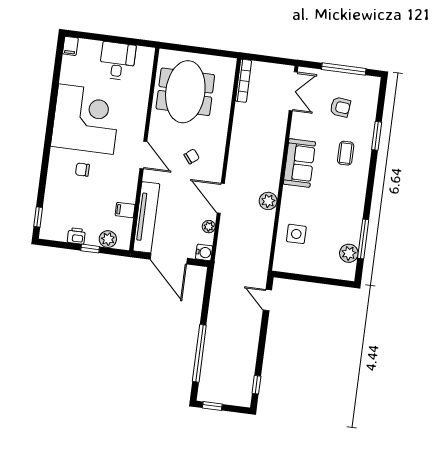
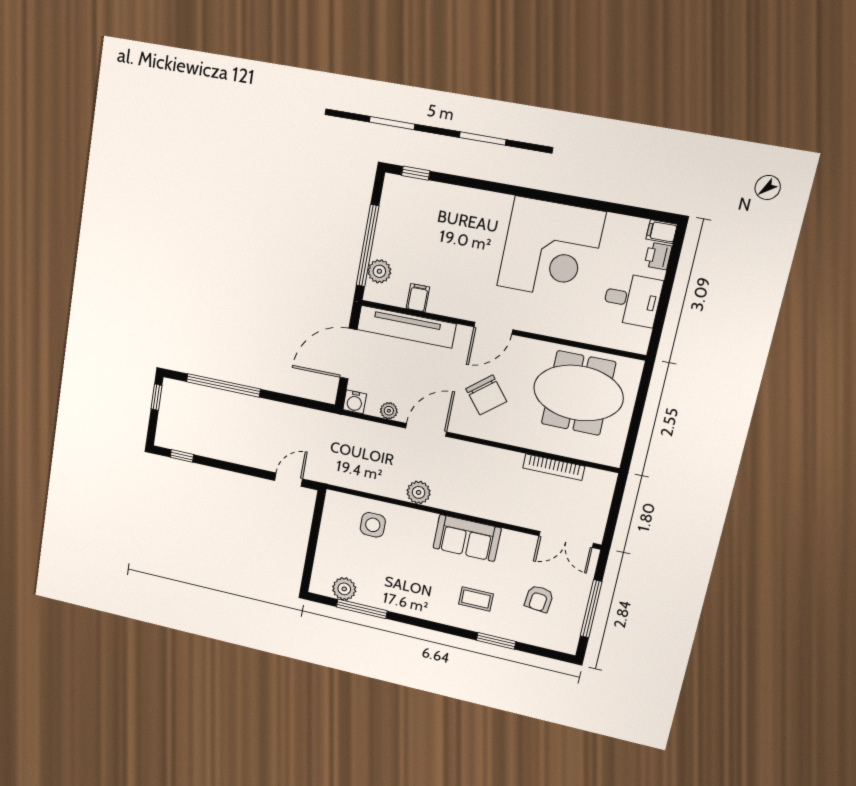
bookcase: (243, 81) -> (554, 467), moved
chair: (192, 156) -> (486, 395), width x1.87, depth x1.87
chair: (82, 170) -> (479, 240), removed
printer: (76, 236) -> (658, 256), moved, turned 180
window: (90, 249) -> (368, 246), width x3.17

